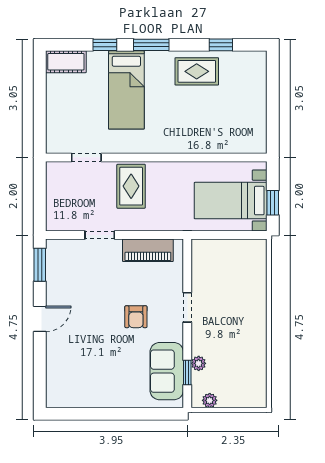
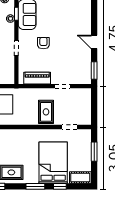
bed: (126, 90) -> (53, 163), width x1.50
window: (40, 111) -> (94, 152), added
door: (40, 319) -> (94, 42), hinge flipped

